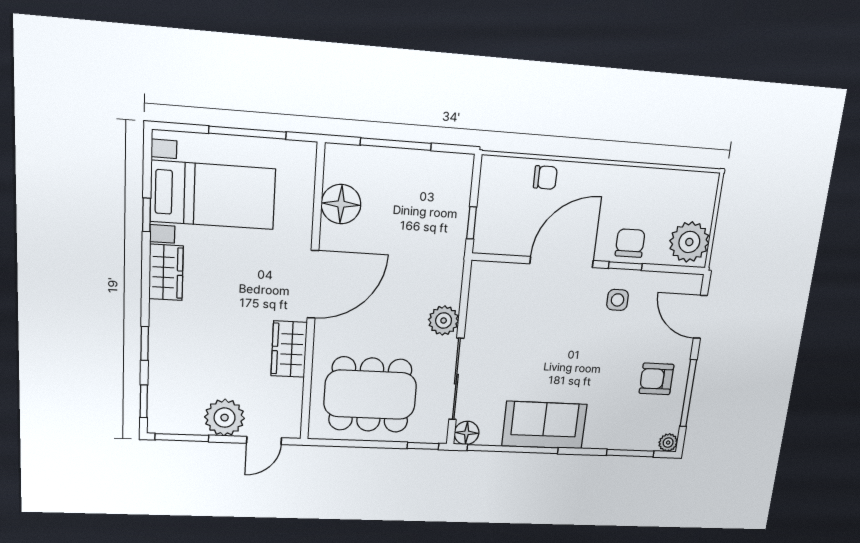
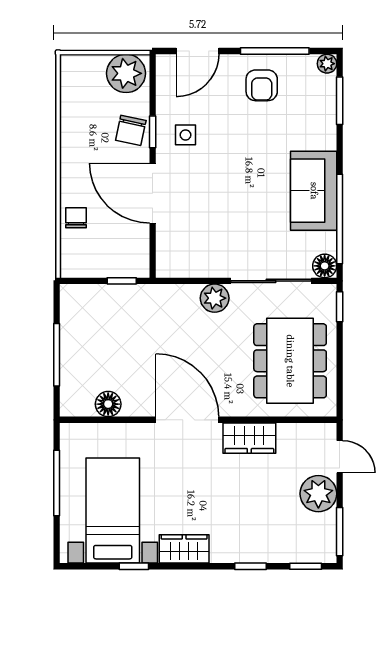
floor lamp: (341, 204) -> (108, 404), width x0.73, depth x0.73
chair: (630, 243) -> (131, 130), turned -78

